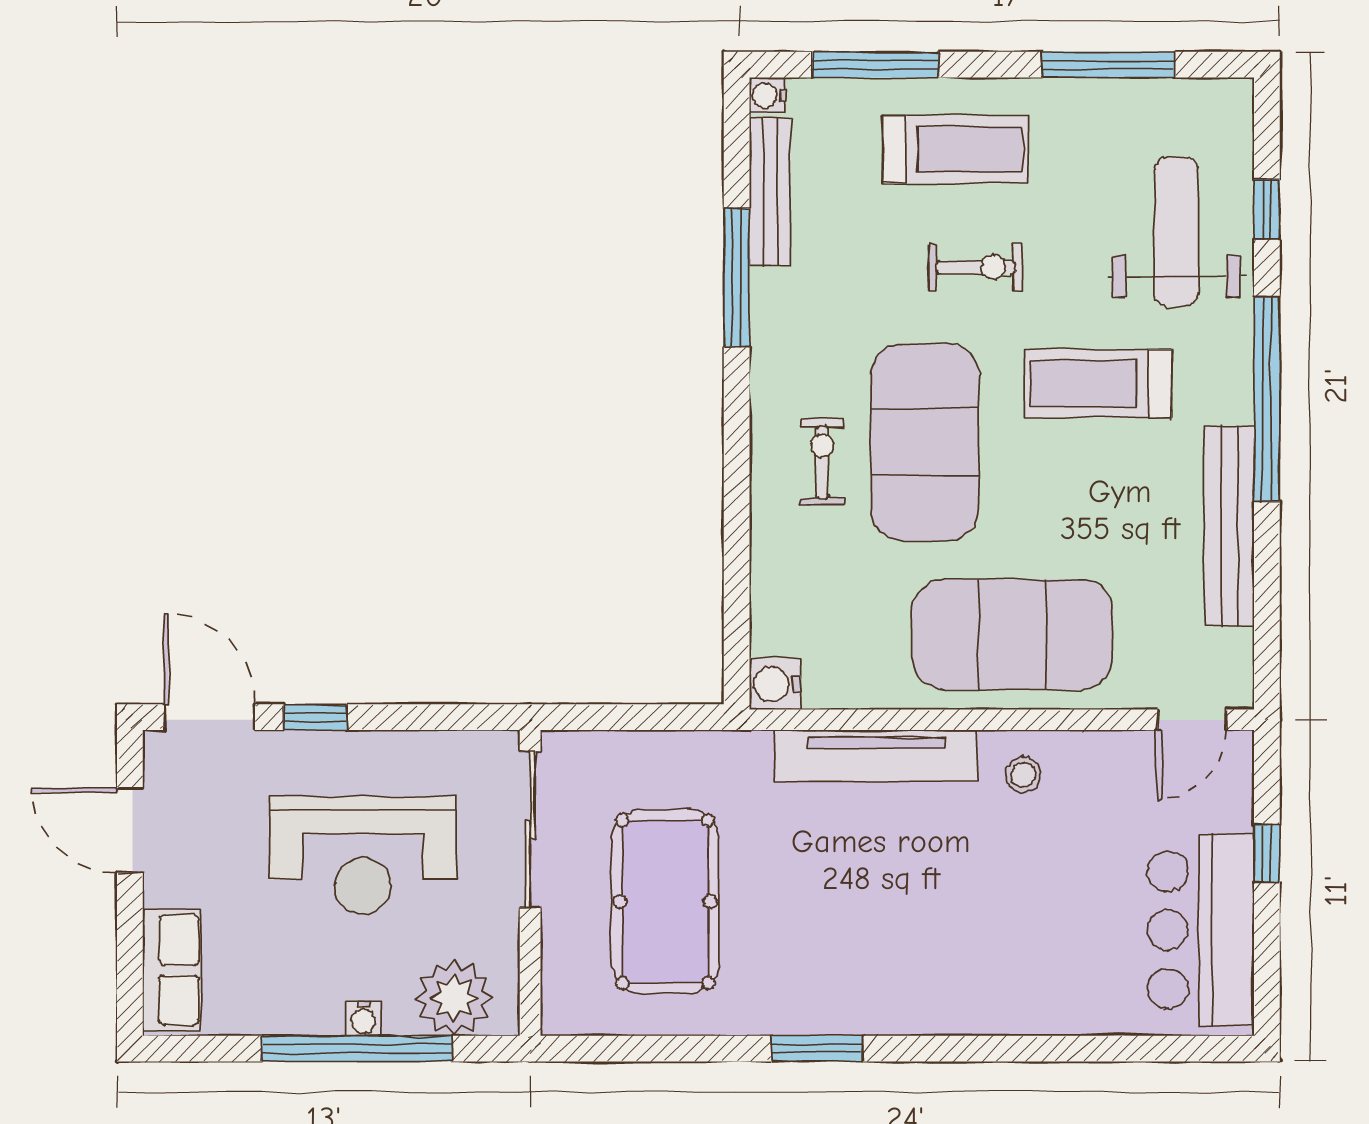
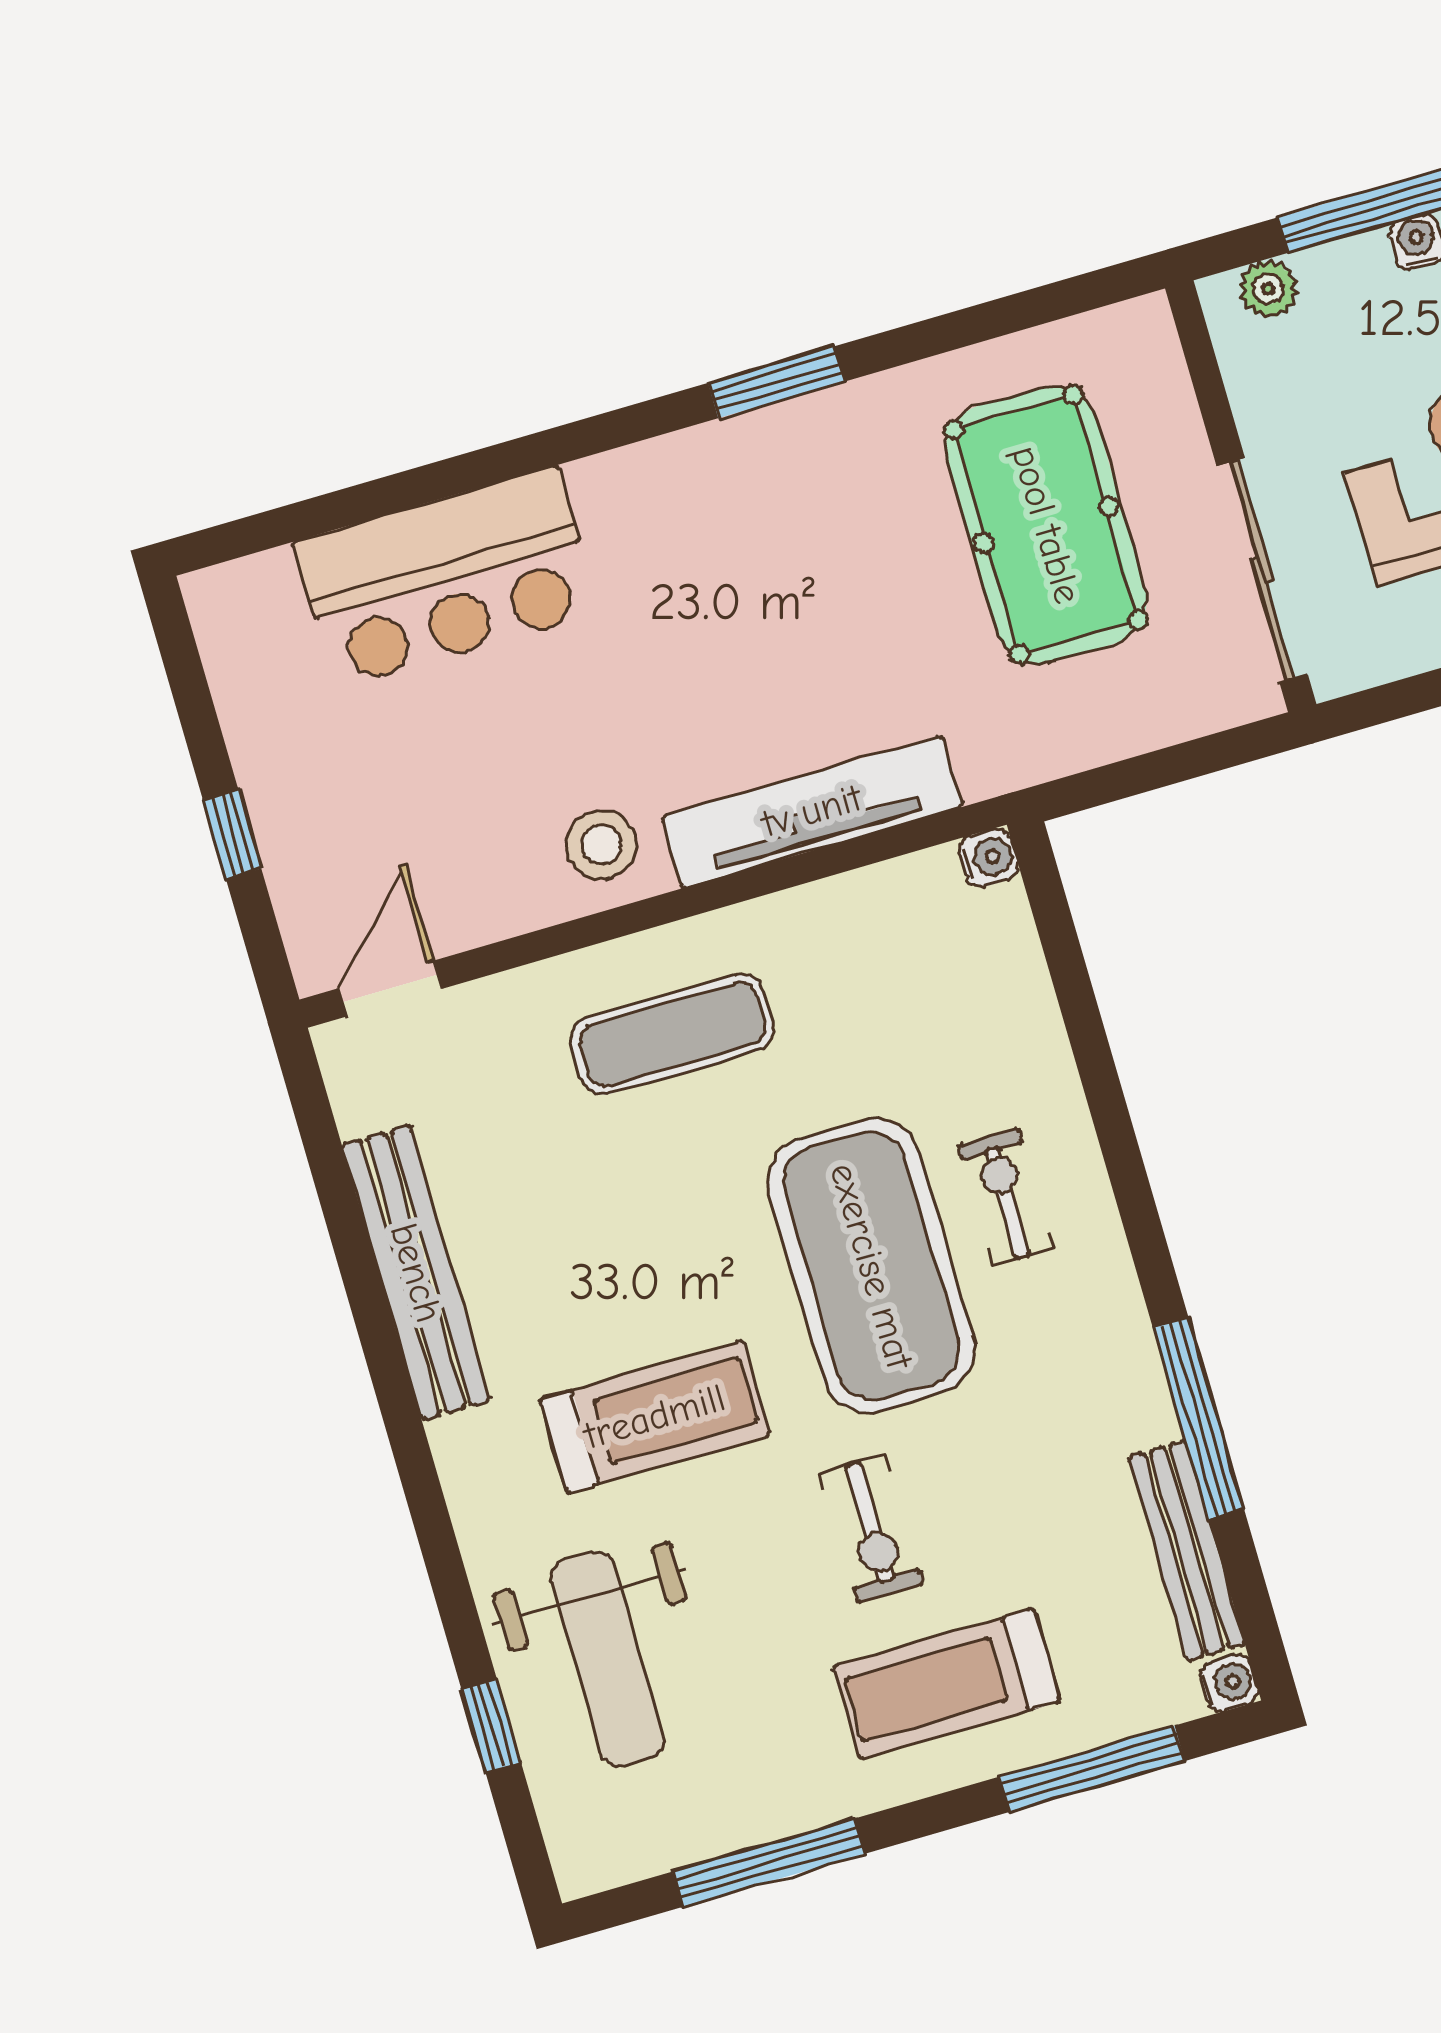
exercise bike: (975, 267) -> (872, 1528), turned -90
window: (1267, 399) -> (415, 1463), removed
exercise bike: (822, 462) -> (1006, 1197), turned 180
exercise mat: (1012, 635) -> (672, 1034), width x0.50, depth x0.69
water cooler: (775, 684) -> (989, 858), width x0.72, depth x0.72
stool: (1023, 775) -> (601, 845), width x1.37, depth x1.37
bar counter: (1201, 930) -> (446, 577), moved, turned 90
plant: (454, 998) -> (1268, 289), width x0.53, depth x0.53

